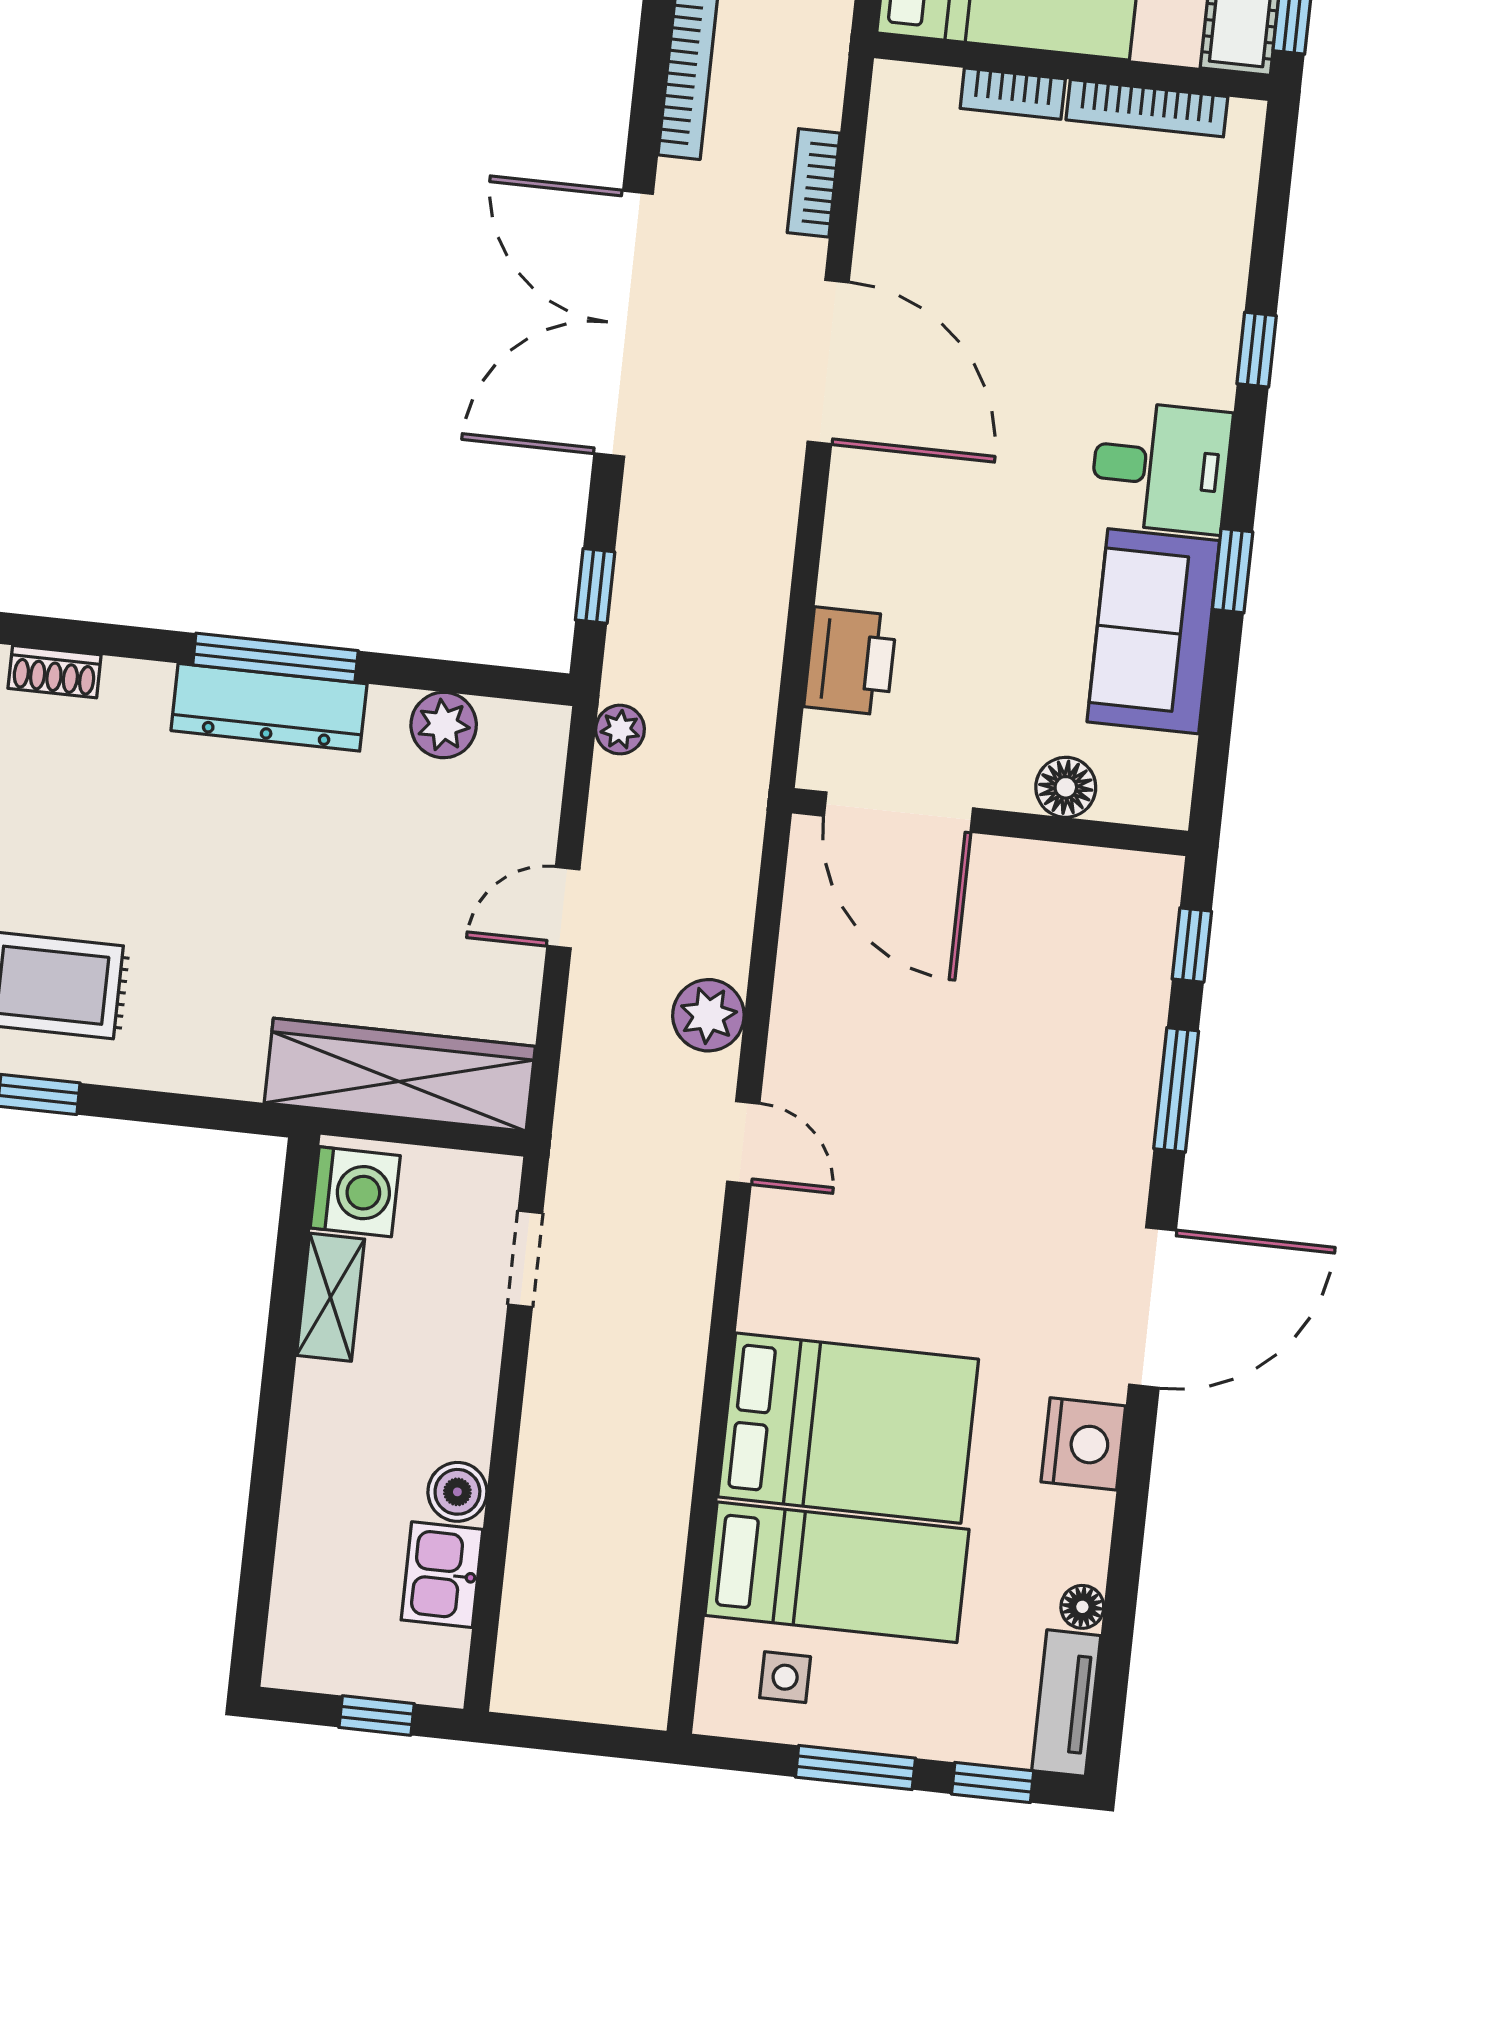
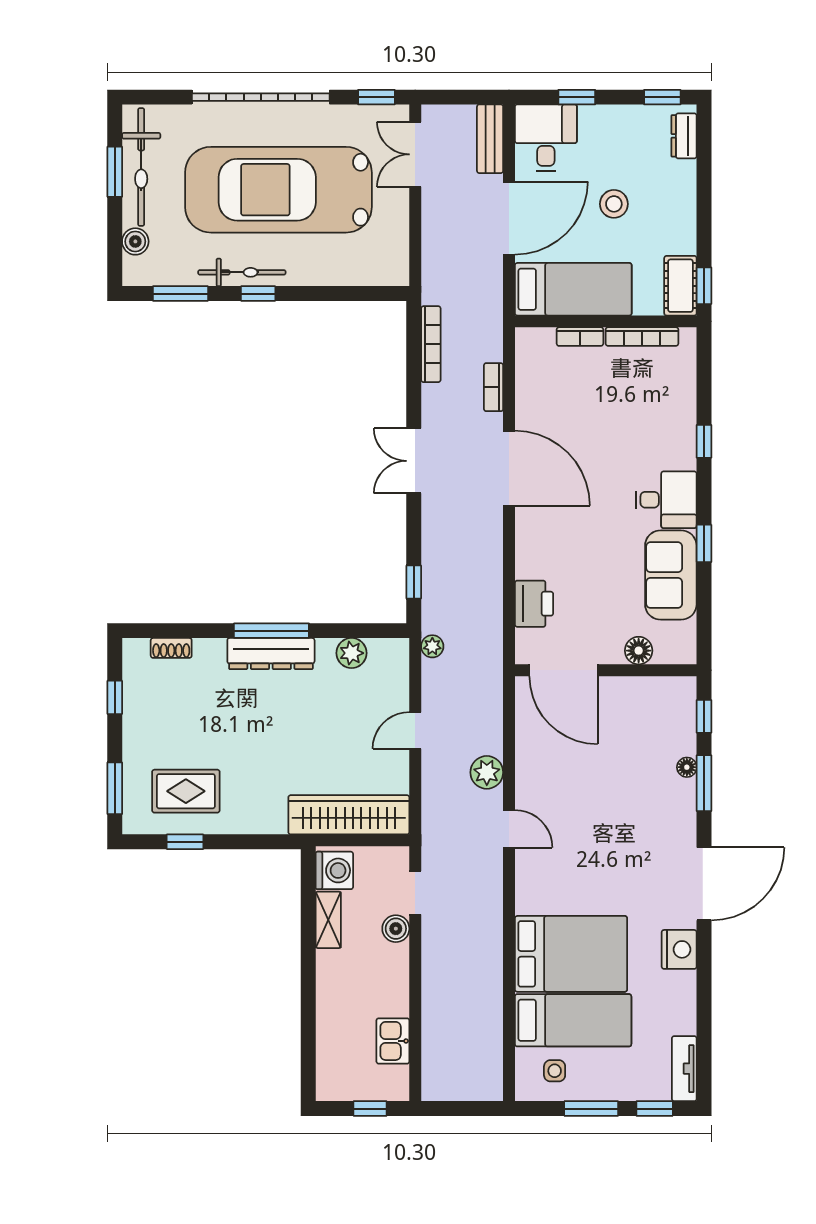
double door: (624, 324) -> (414, 461), width x0.54
boiler: (457, 1492) -> (396, 929), moved
floor lamp: (1082, 1607) -> (687, 767), moved

